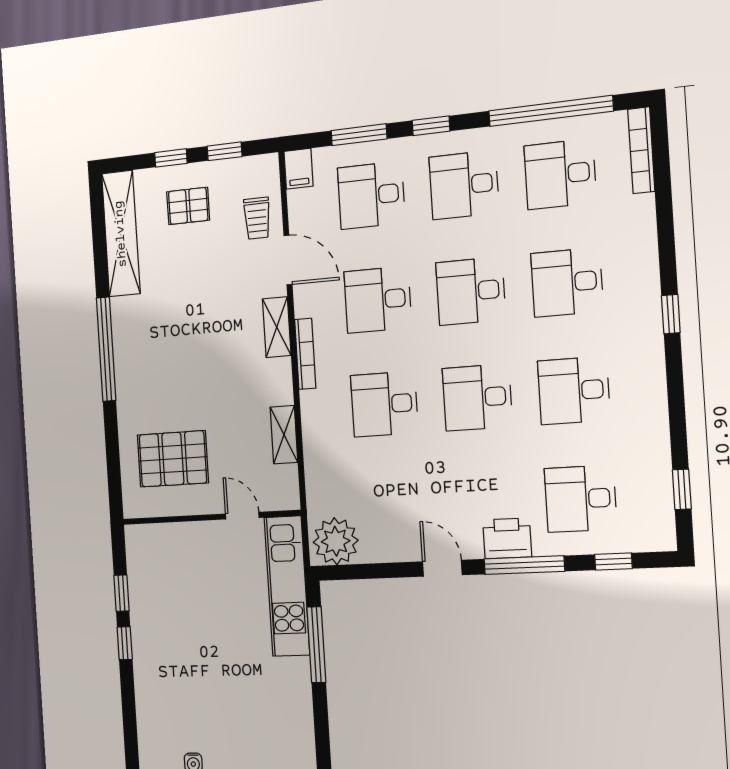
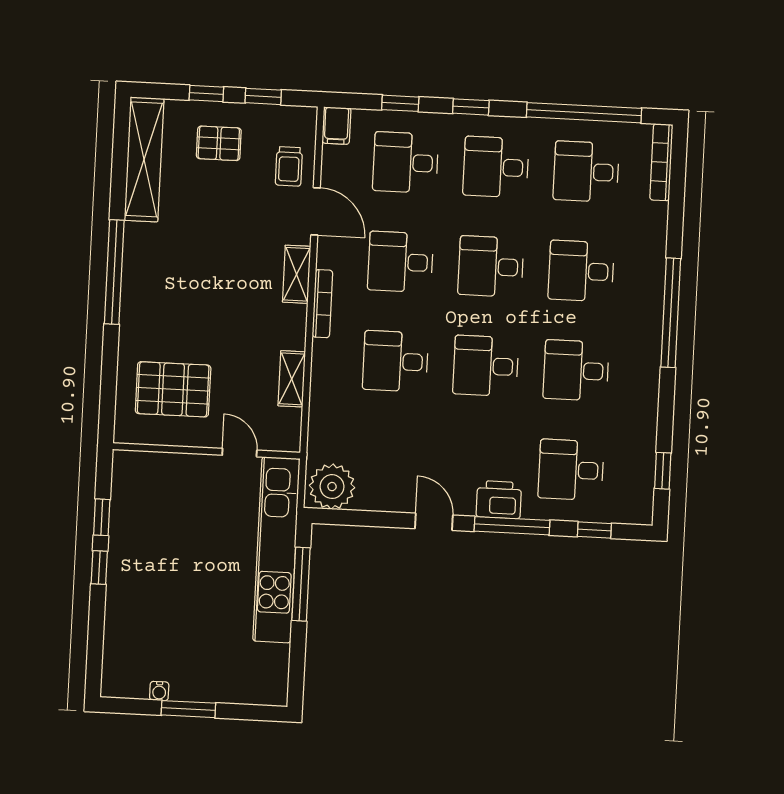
window: (359, 135) -> (400, 103), width x0.67
window: (671, 314) -> (671, 313), width x3.17
kitchen unit: (287, 586) -> (276, 550), width x1.36

